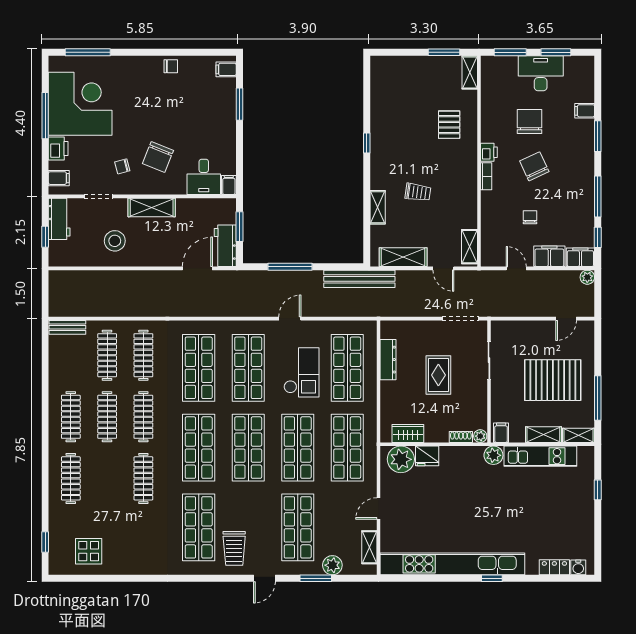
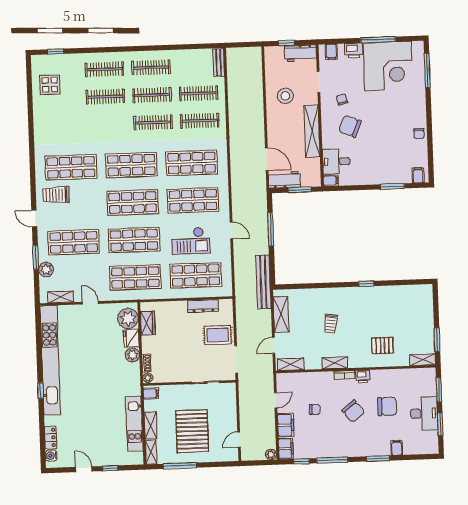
chair: (534, 166) -> (353, 411), turned 76
shelving: (152, 207) -> (312, 131), width x1.47
shelving: (378, 207) -> (335, 363), moved
door: (566, 319) -> (239, 440), hinge flipped
rug: (438, 375) -> (218, 335), moved
plant: (493, 455) -> (132, 355), moved
clothes rail: (143, 478) -> (105, 97), moved
door: (598, 525) -> (84, 469), added

